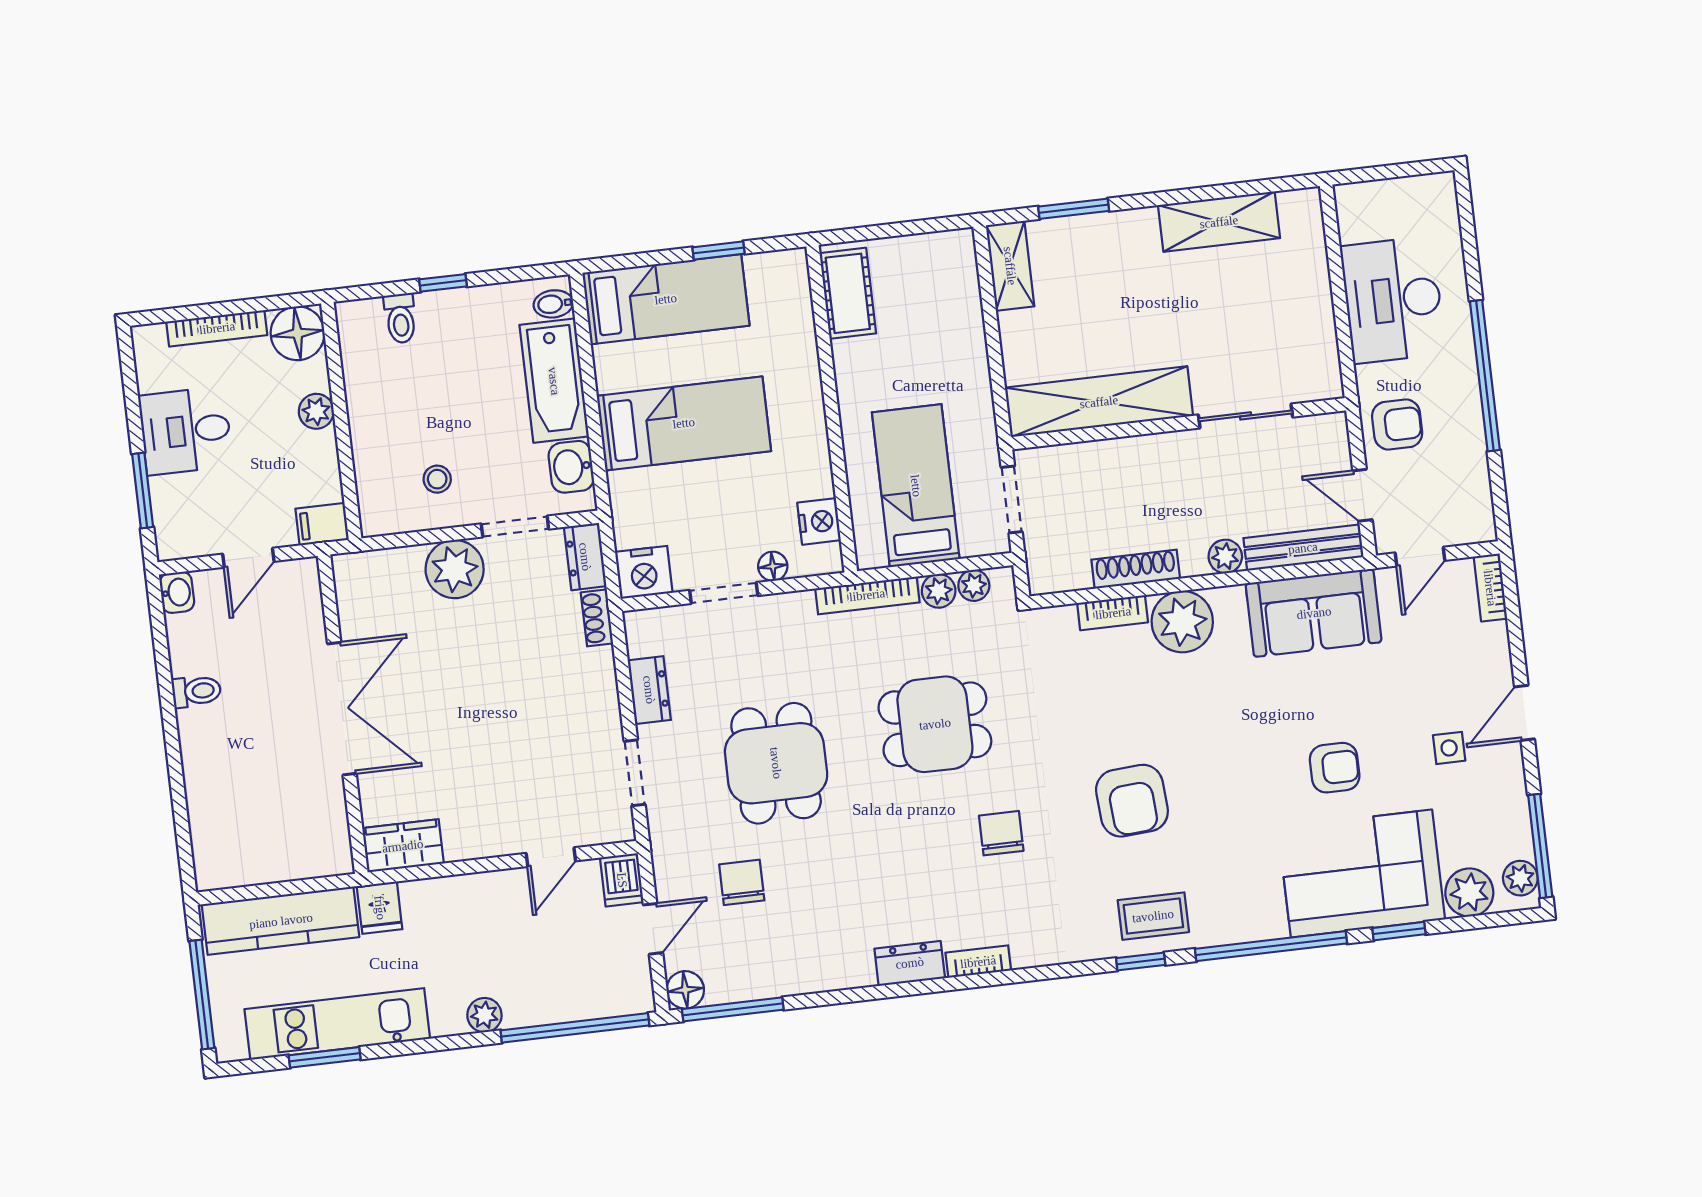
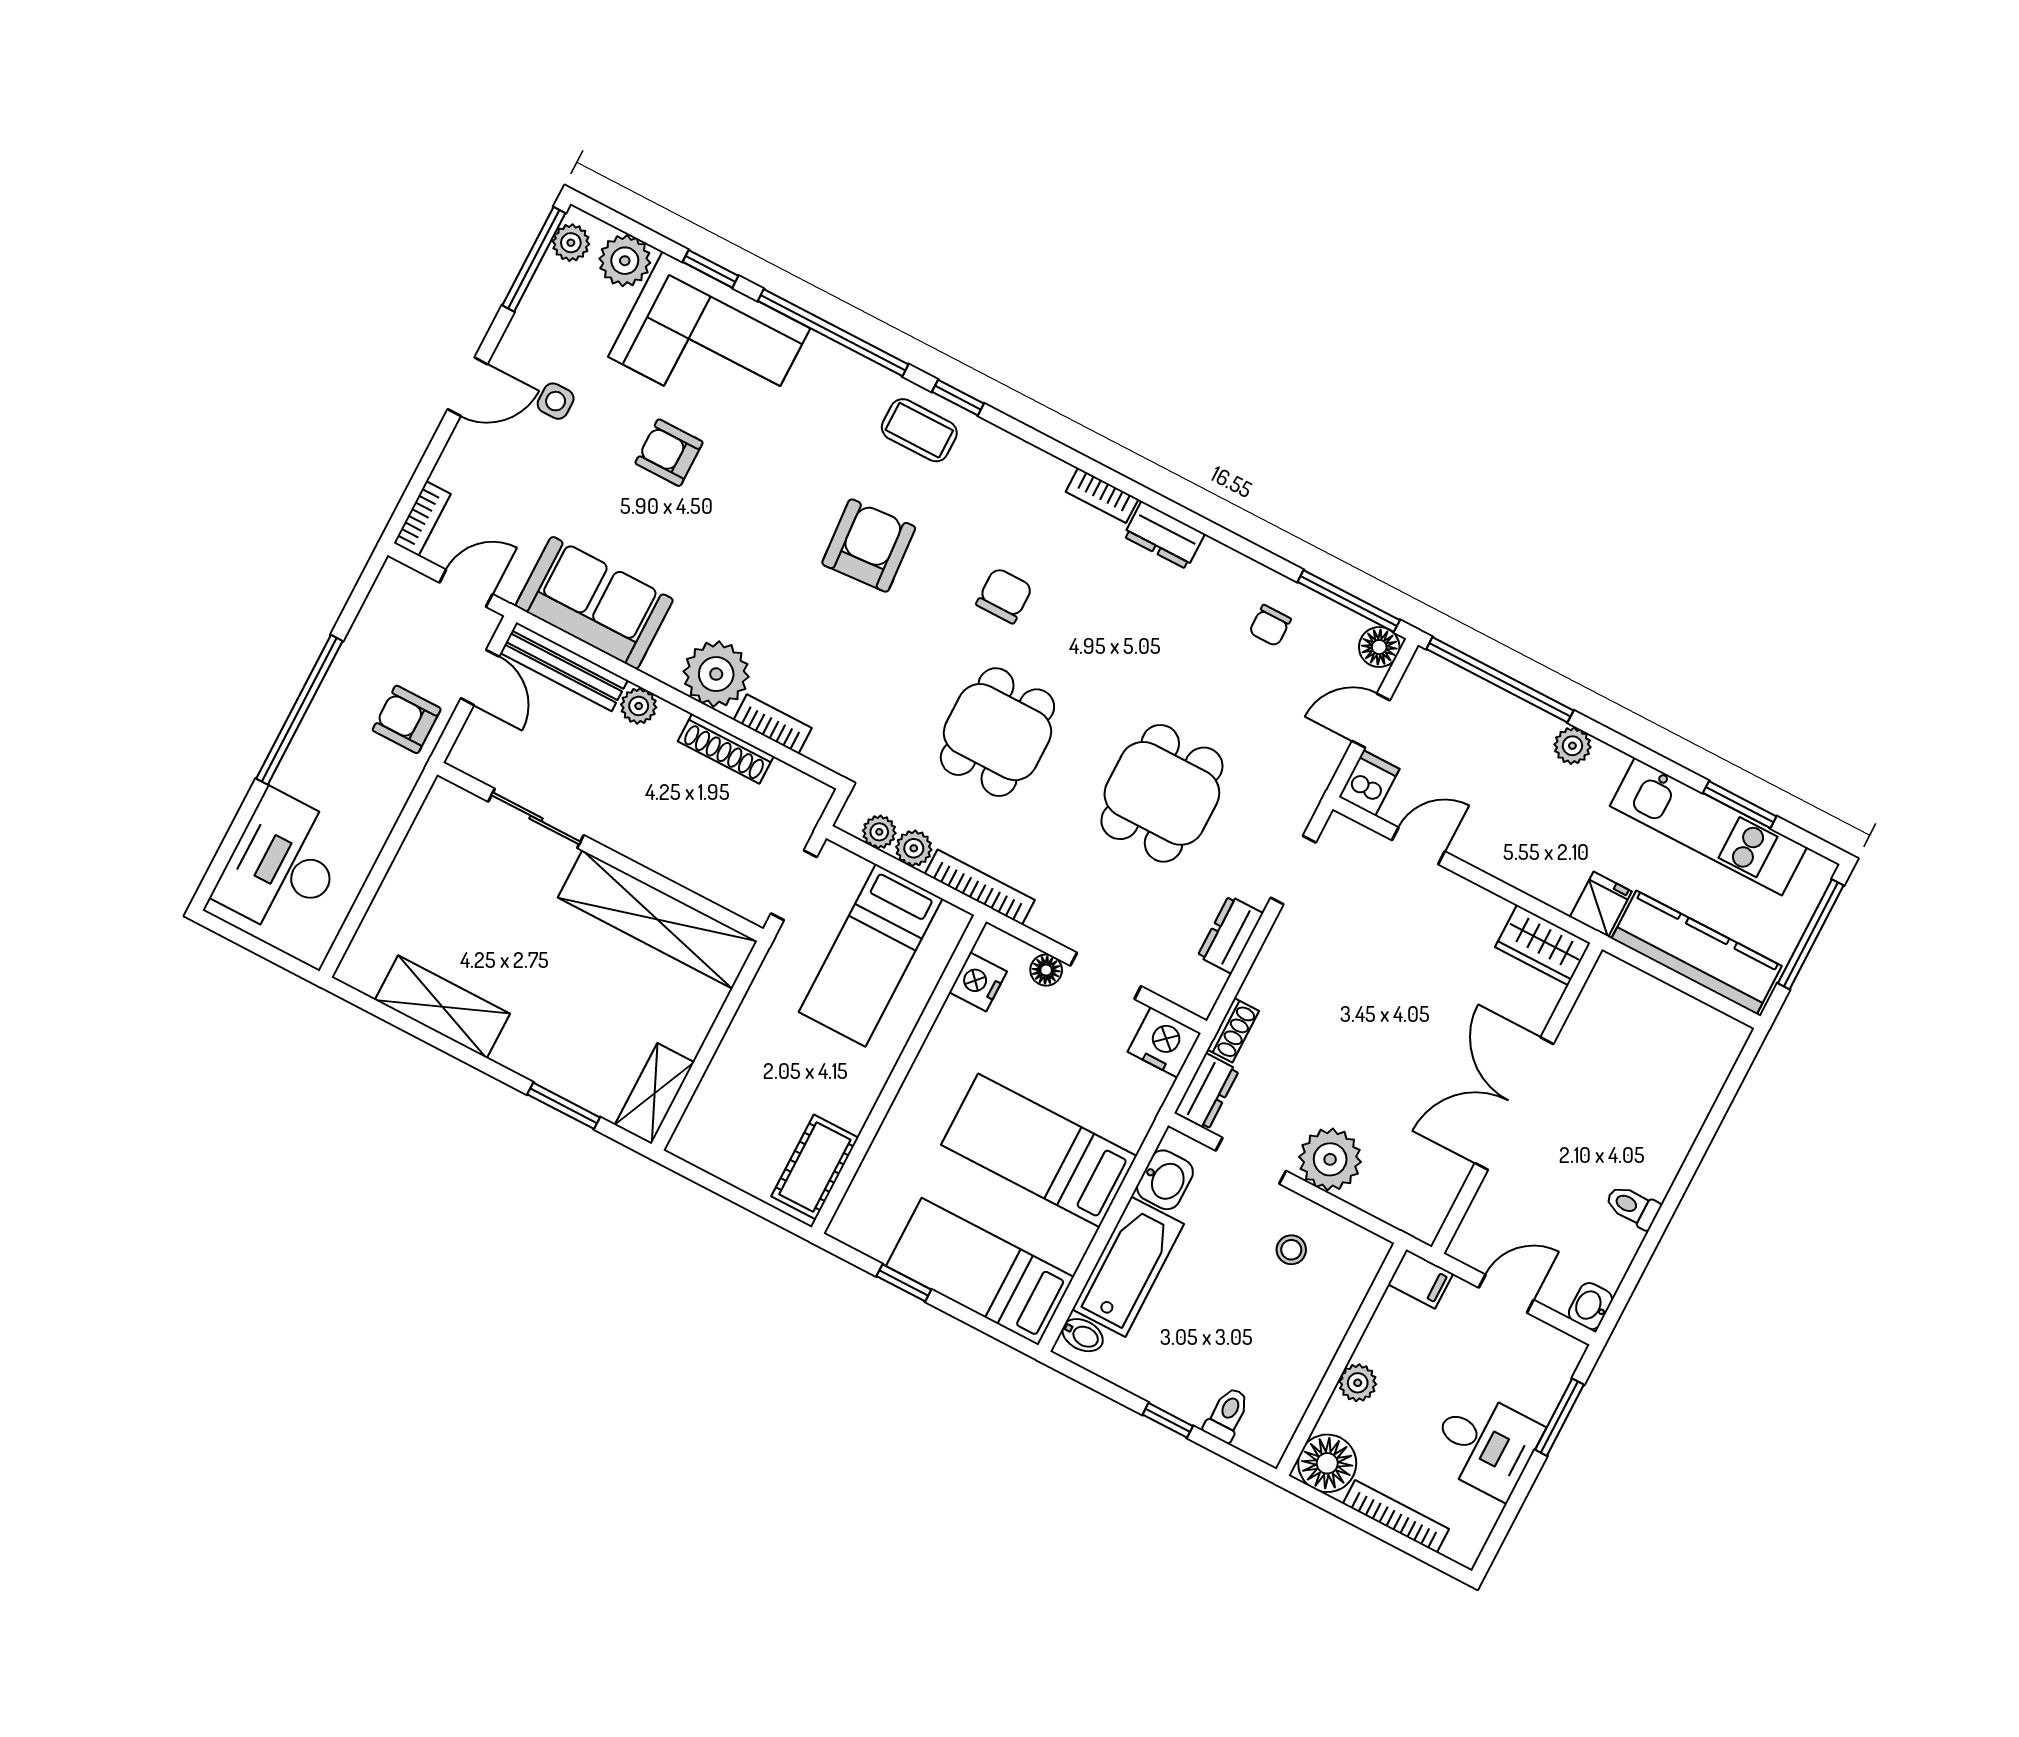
desk: (1393, 300) -> (283, 864), moved, turned 180
dining table: (935, 724) -> (997, 732), turned 90
chair: (1001, 833) -> (1004, 596), turned 180
chair: (742, 882) -> (1270, 626), moved, width x0.73, depth x0.73

